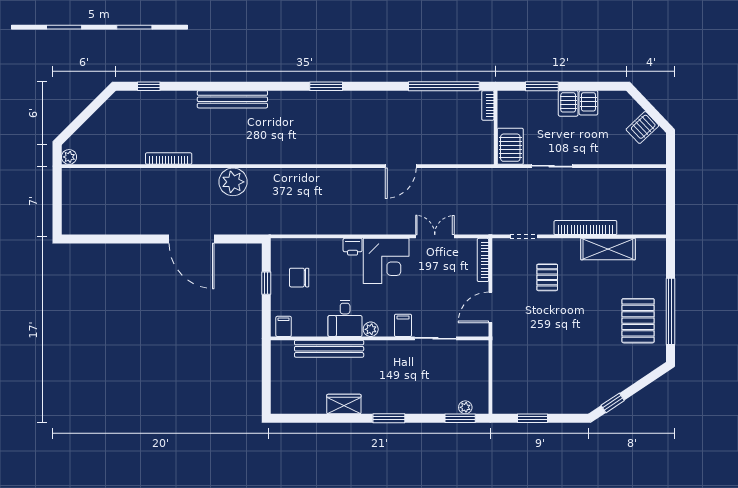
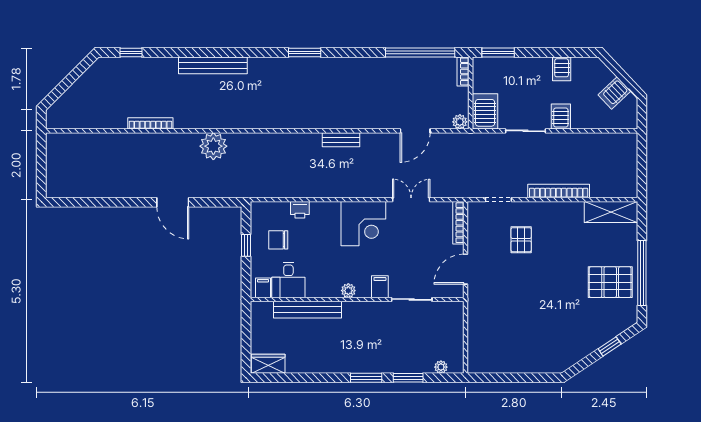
window: (542, 86) -> (498, 53), moved
server rack: (568, 103) -> (561, 116), moved, turned 180
plant: (69, 157) -> (460, 122), moved
door: (401, 166) -> (415, 131), moved
bench: (363, 175) -> (341, 140), added
door: (191, 239) -> (173, 202), width x0.73
printer: (353, 247) -> (300, 210), moved
shelving: (608, 249) -> (611, 212), moved
desk: (345, 318) -> (288, 280), moved
pallet: (638, 321) -> (610, 282), turned 90
window: (613, 403) -> (610, 346), moved
wardrobe: (344, 404) -> (268, 364), moved
window: (460, 418) -> (408, 378), moved
window: (533, 418) -> (507, 378), removed

